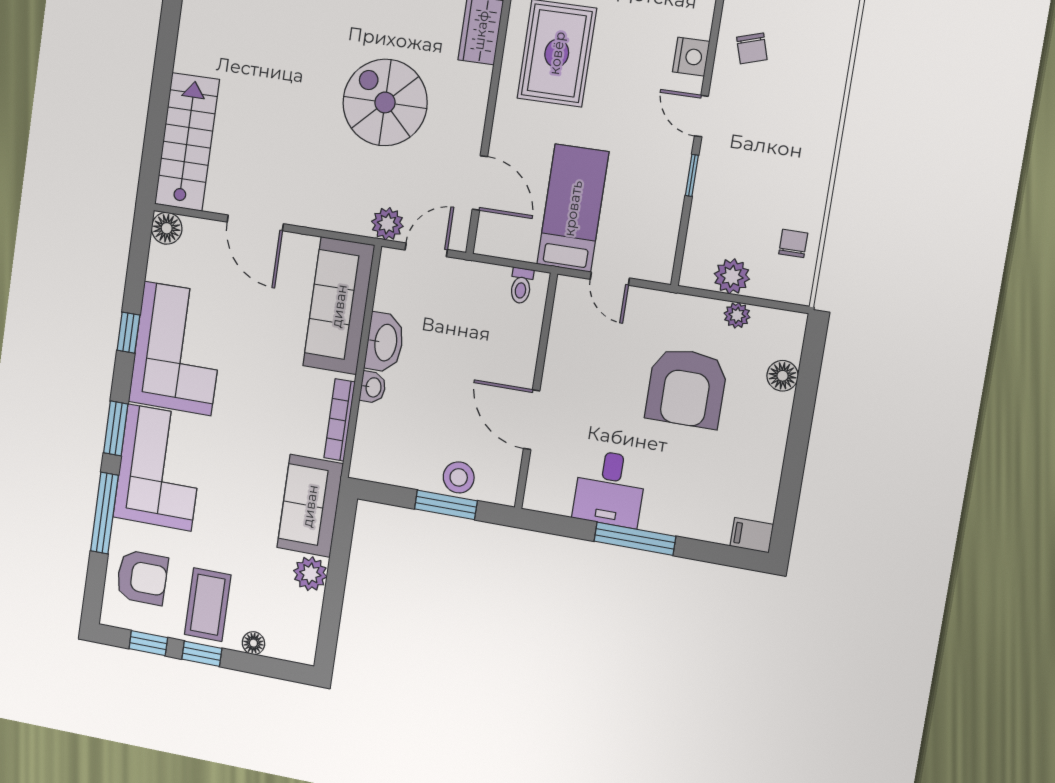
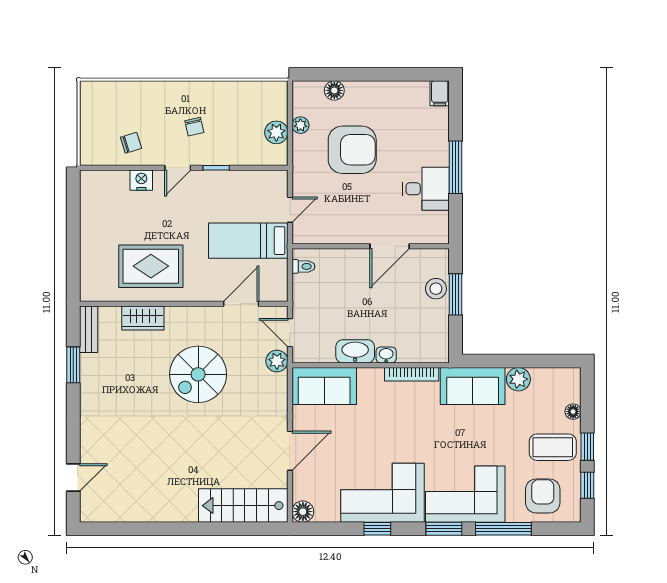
chair: (793, 243) -> (194, 127), moved, turned -103
sofa: (339, 306) -> (324, 386), width x0.73

